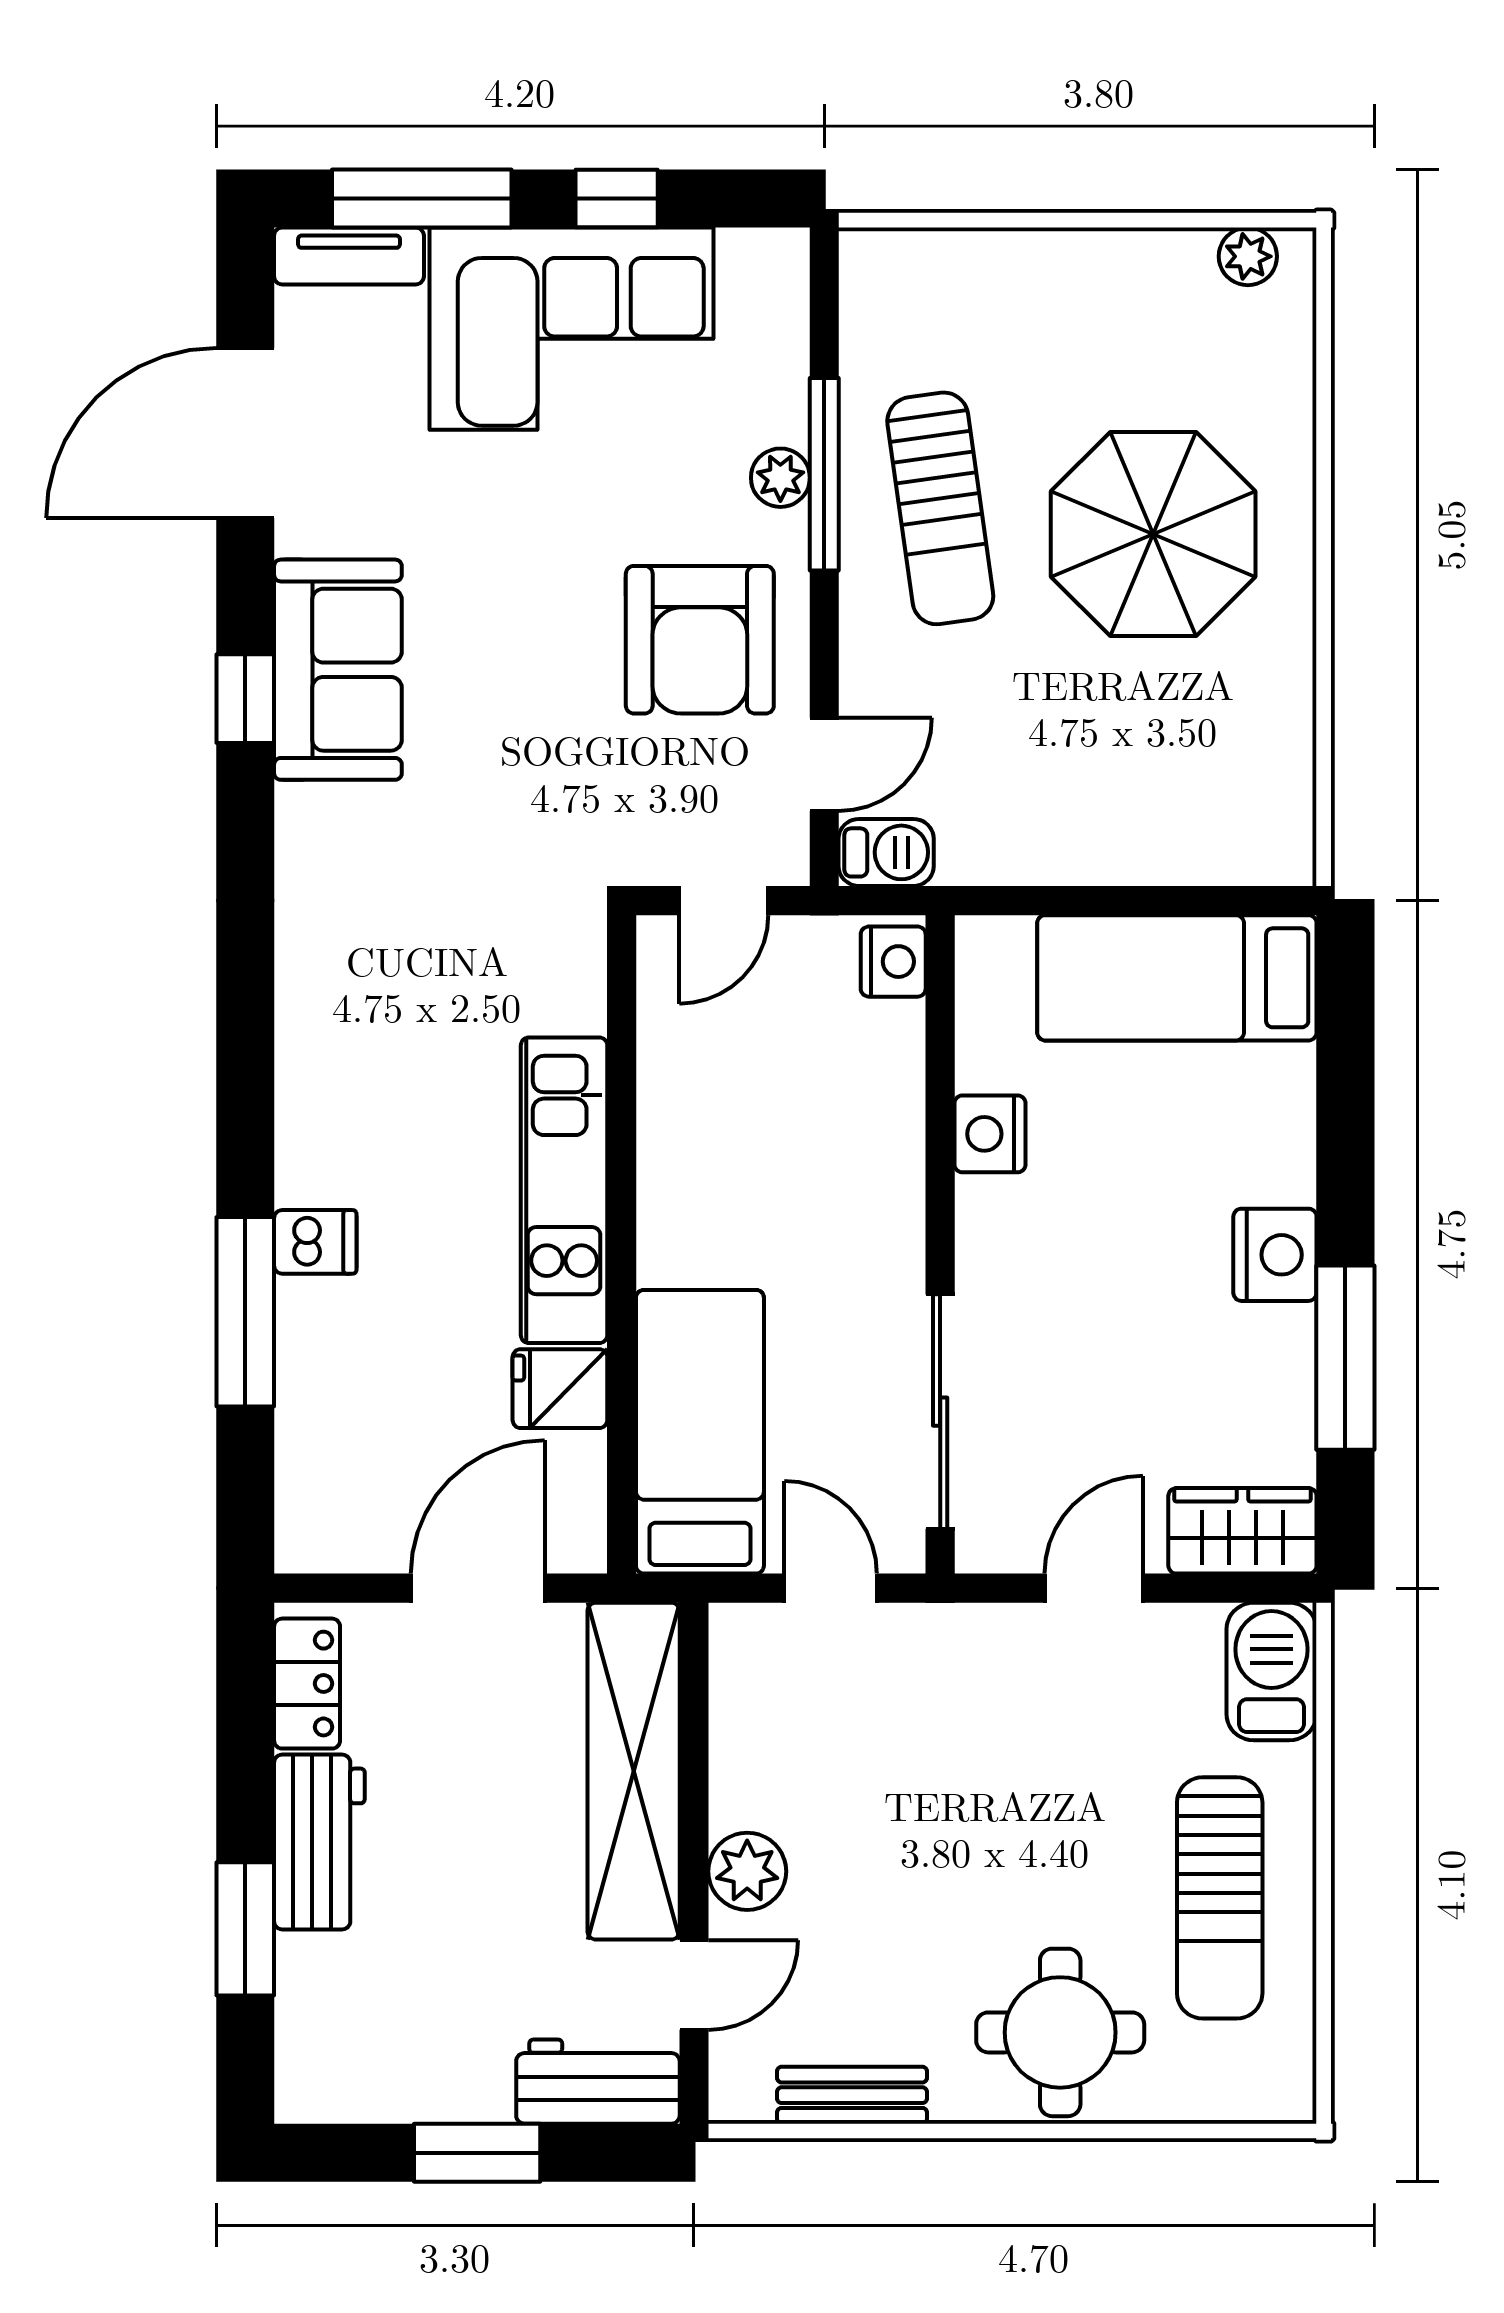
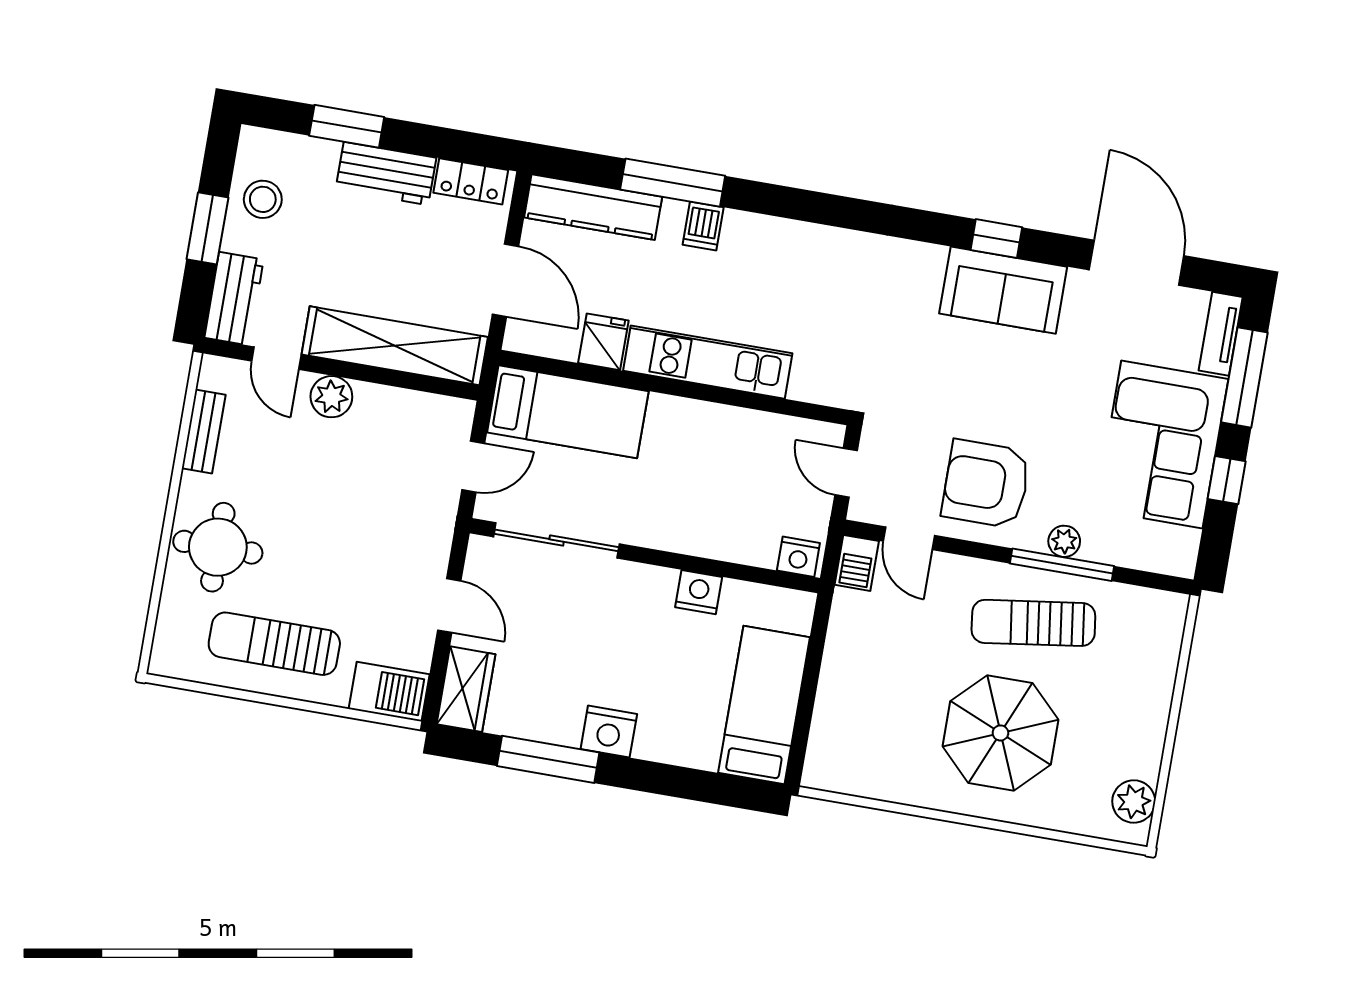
plant: (1248, 256) -> (1134, 802), width x1.38, depth x1.38
kitchen counter: (315, 1450) -> (593, 207), added
stool: (406, 2060) -> (263, 199), added

